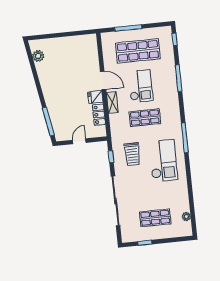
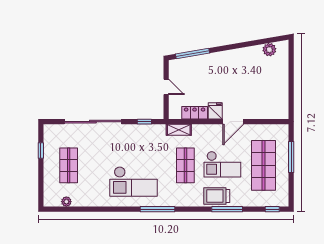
shelving: (112, 102) -> (179, 130), moved
trolley: (132, 154) -> (217, 196), moved

